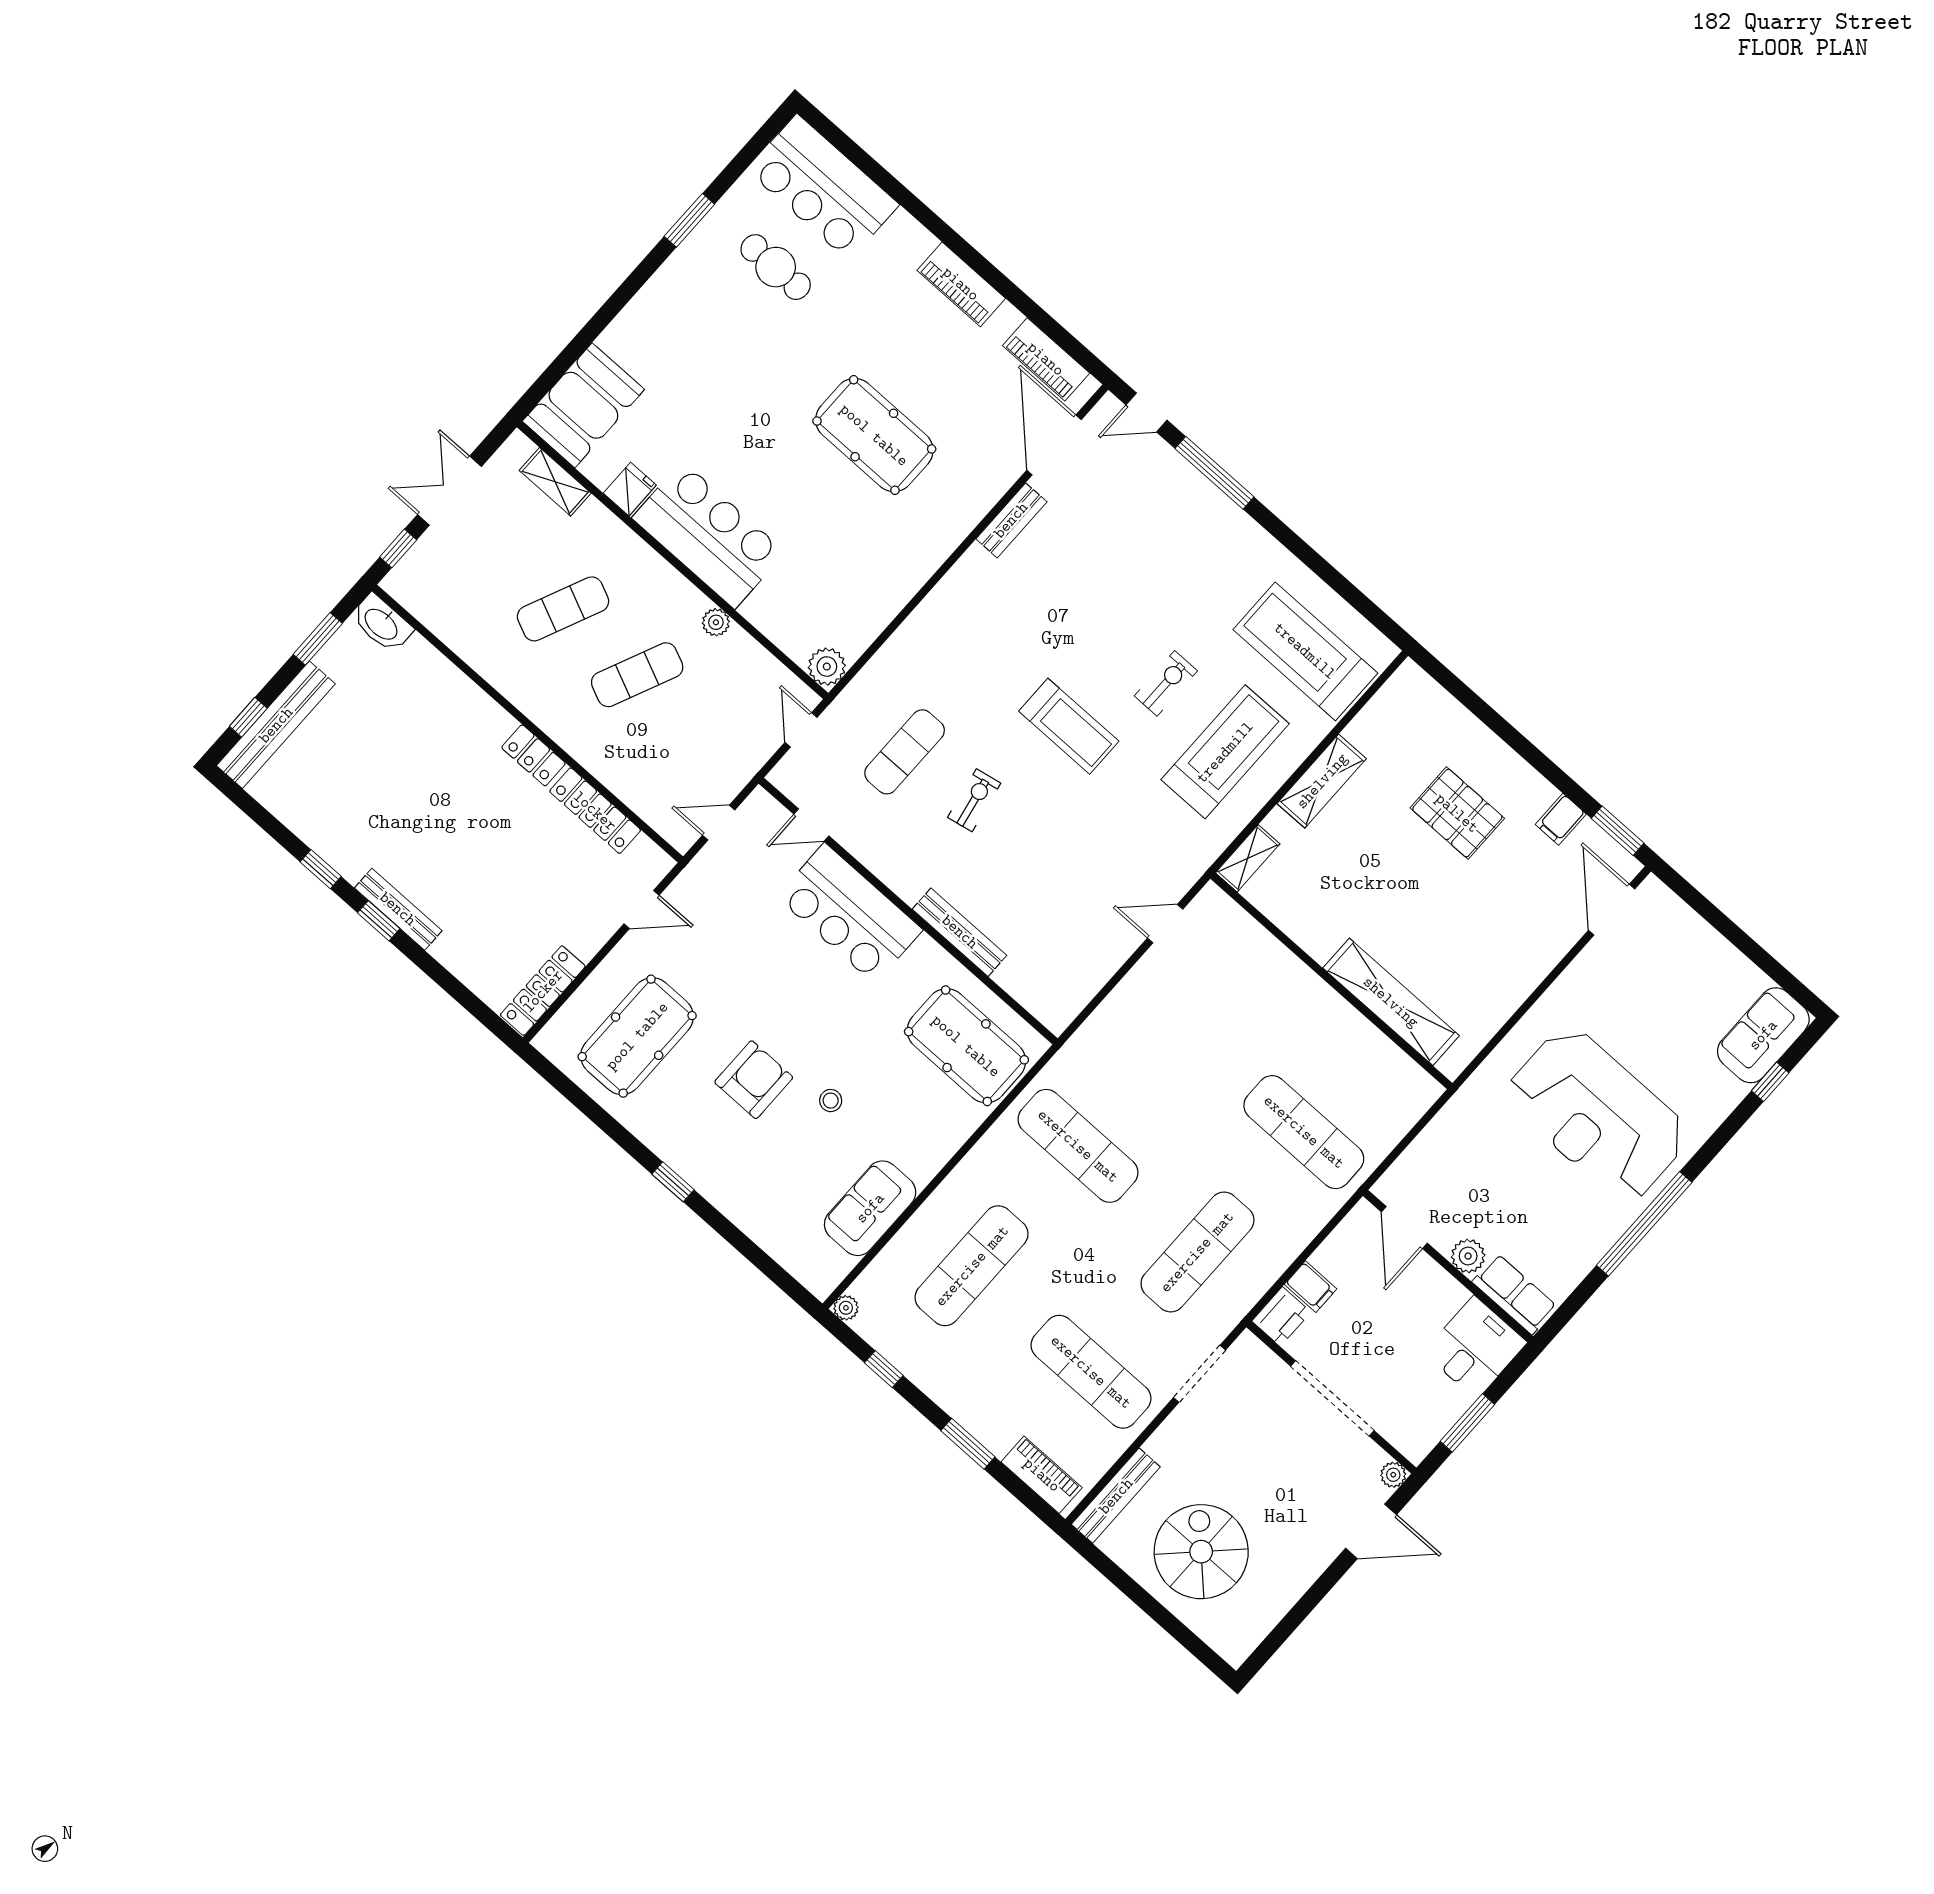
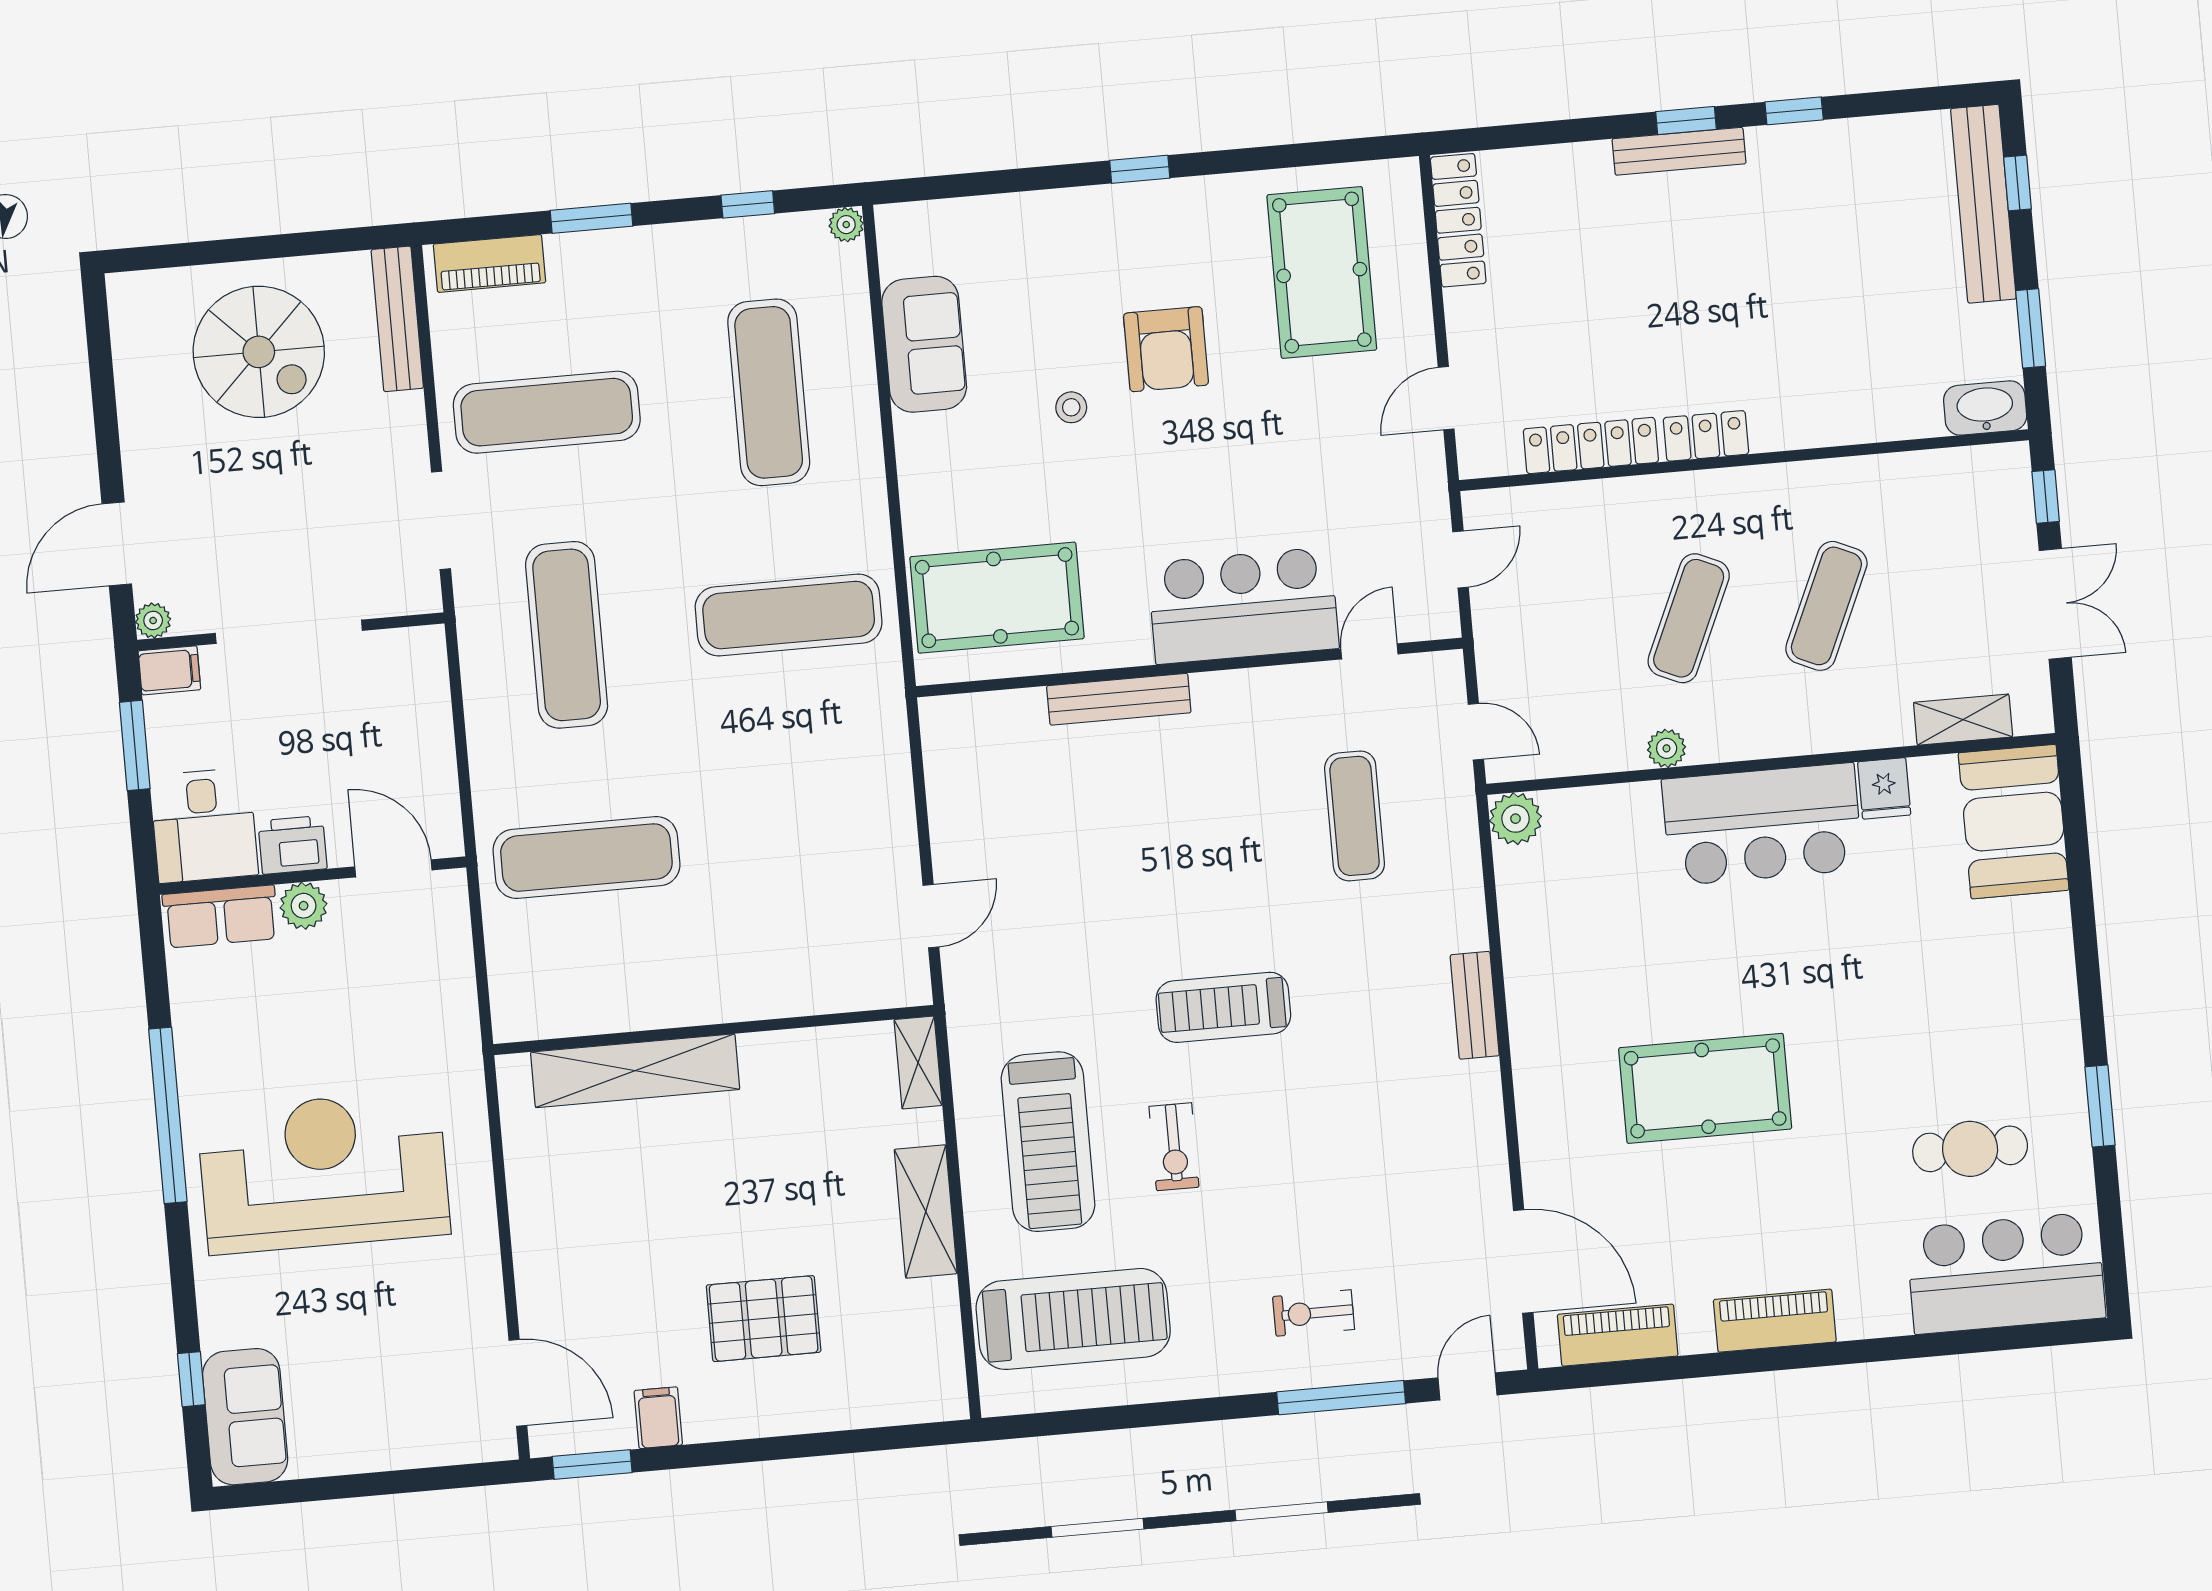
bench: (1011, 520) -> (1475, 1005), moved
exercise bike: (974, 800) -> (1314, 1313), moved, turned 101
filing cabinet: (1311, 1287) -> (169, 670), moved, turned 180
printer: (1281, 1317) -> (293, 845), moved, turned 90

